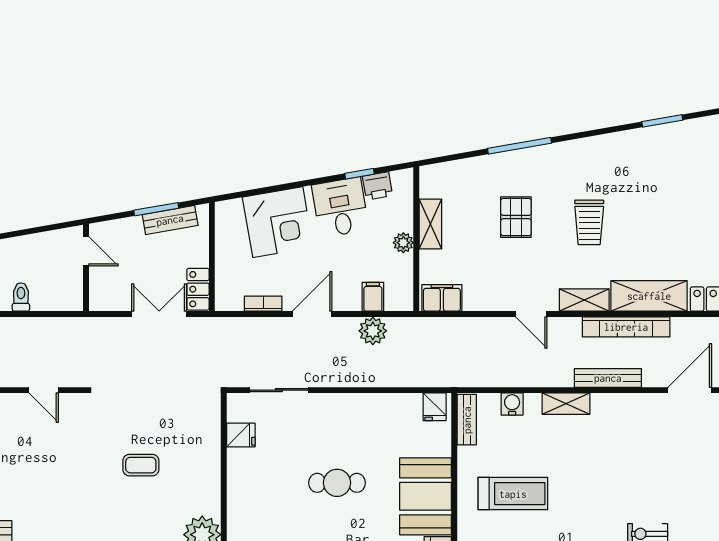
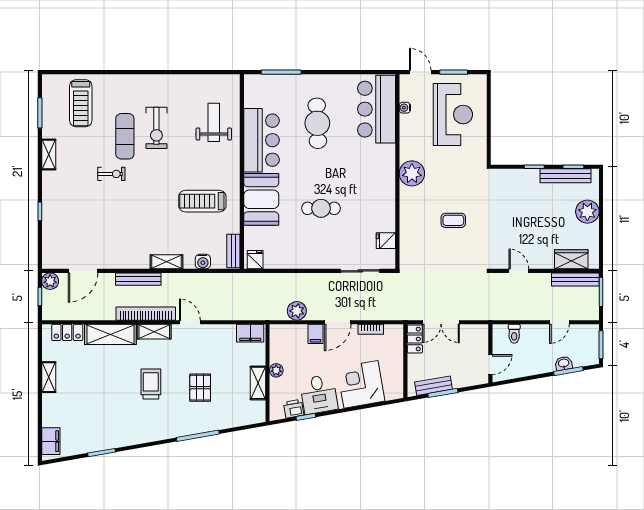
door: (86, 251) -> (490, 365), swing flipped
toilet: (21, 297) -> (514, 334), moved
filing cabinet: (373, 297) -> (316, 334), moved
bookcase: (626, 327) -> (146, 314), moved

